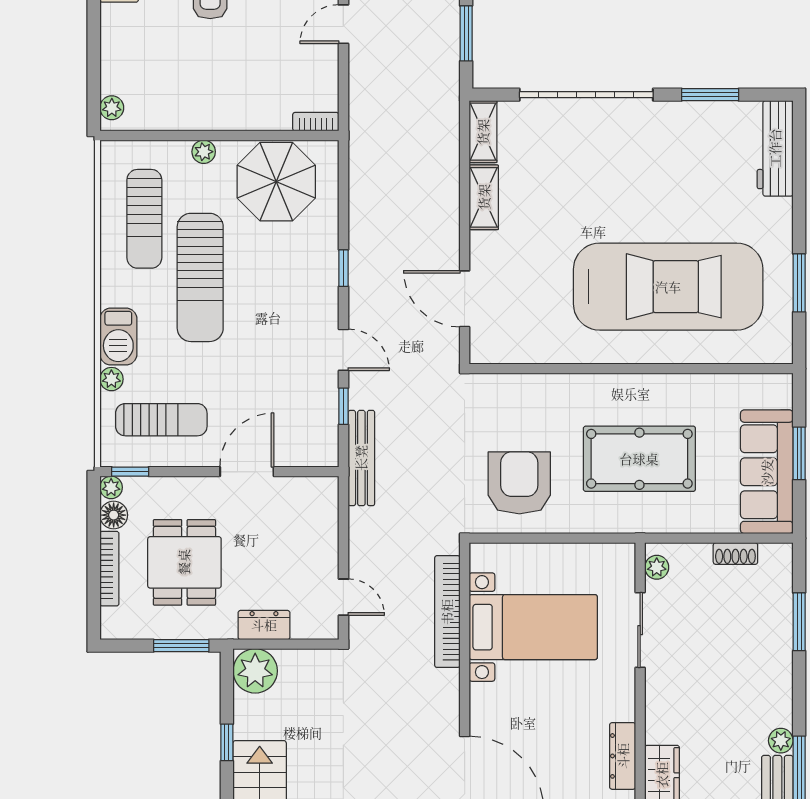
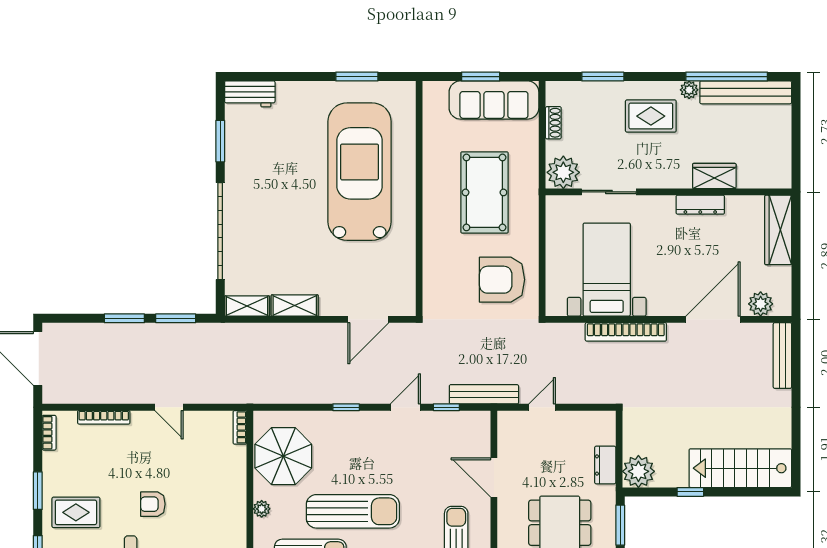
workbench: (775, 148) -> (250, 94), width x0.73
plant: (657, 567) -> (563, 172), width x1.88, depth x1.88
door: (343, 597) -> (542, 407), moved
bookcase: (447, 612) -> (626, 332), moved
rug: (745, 688) -> (651, 116), added

